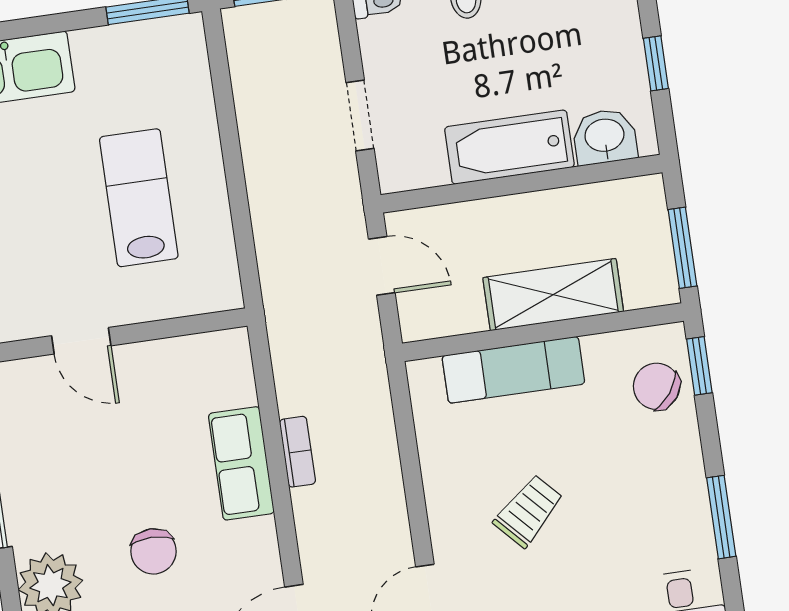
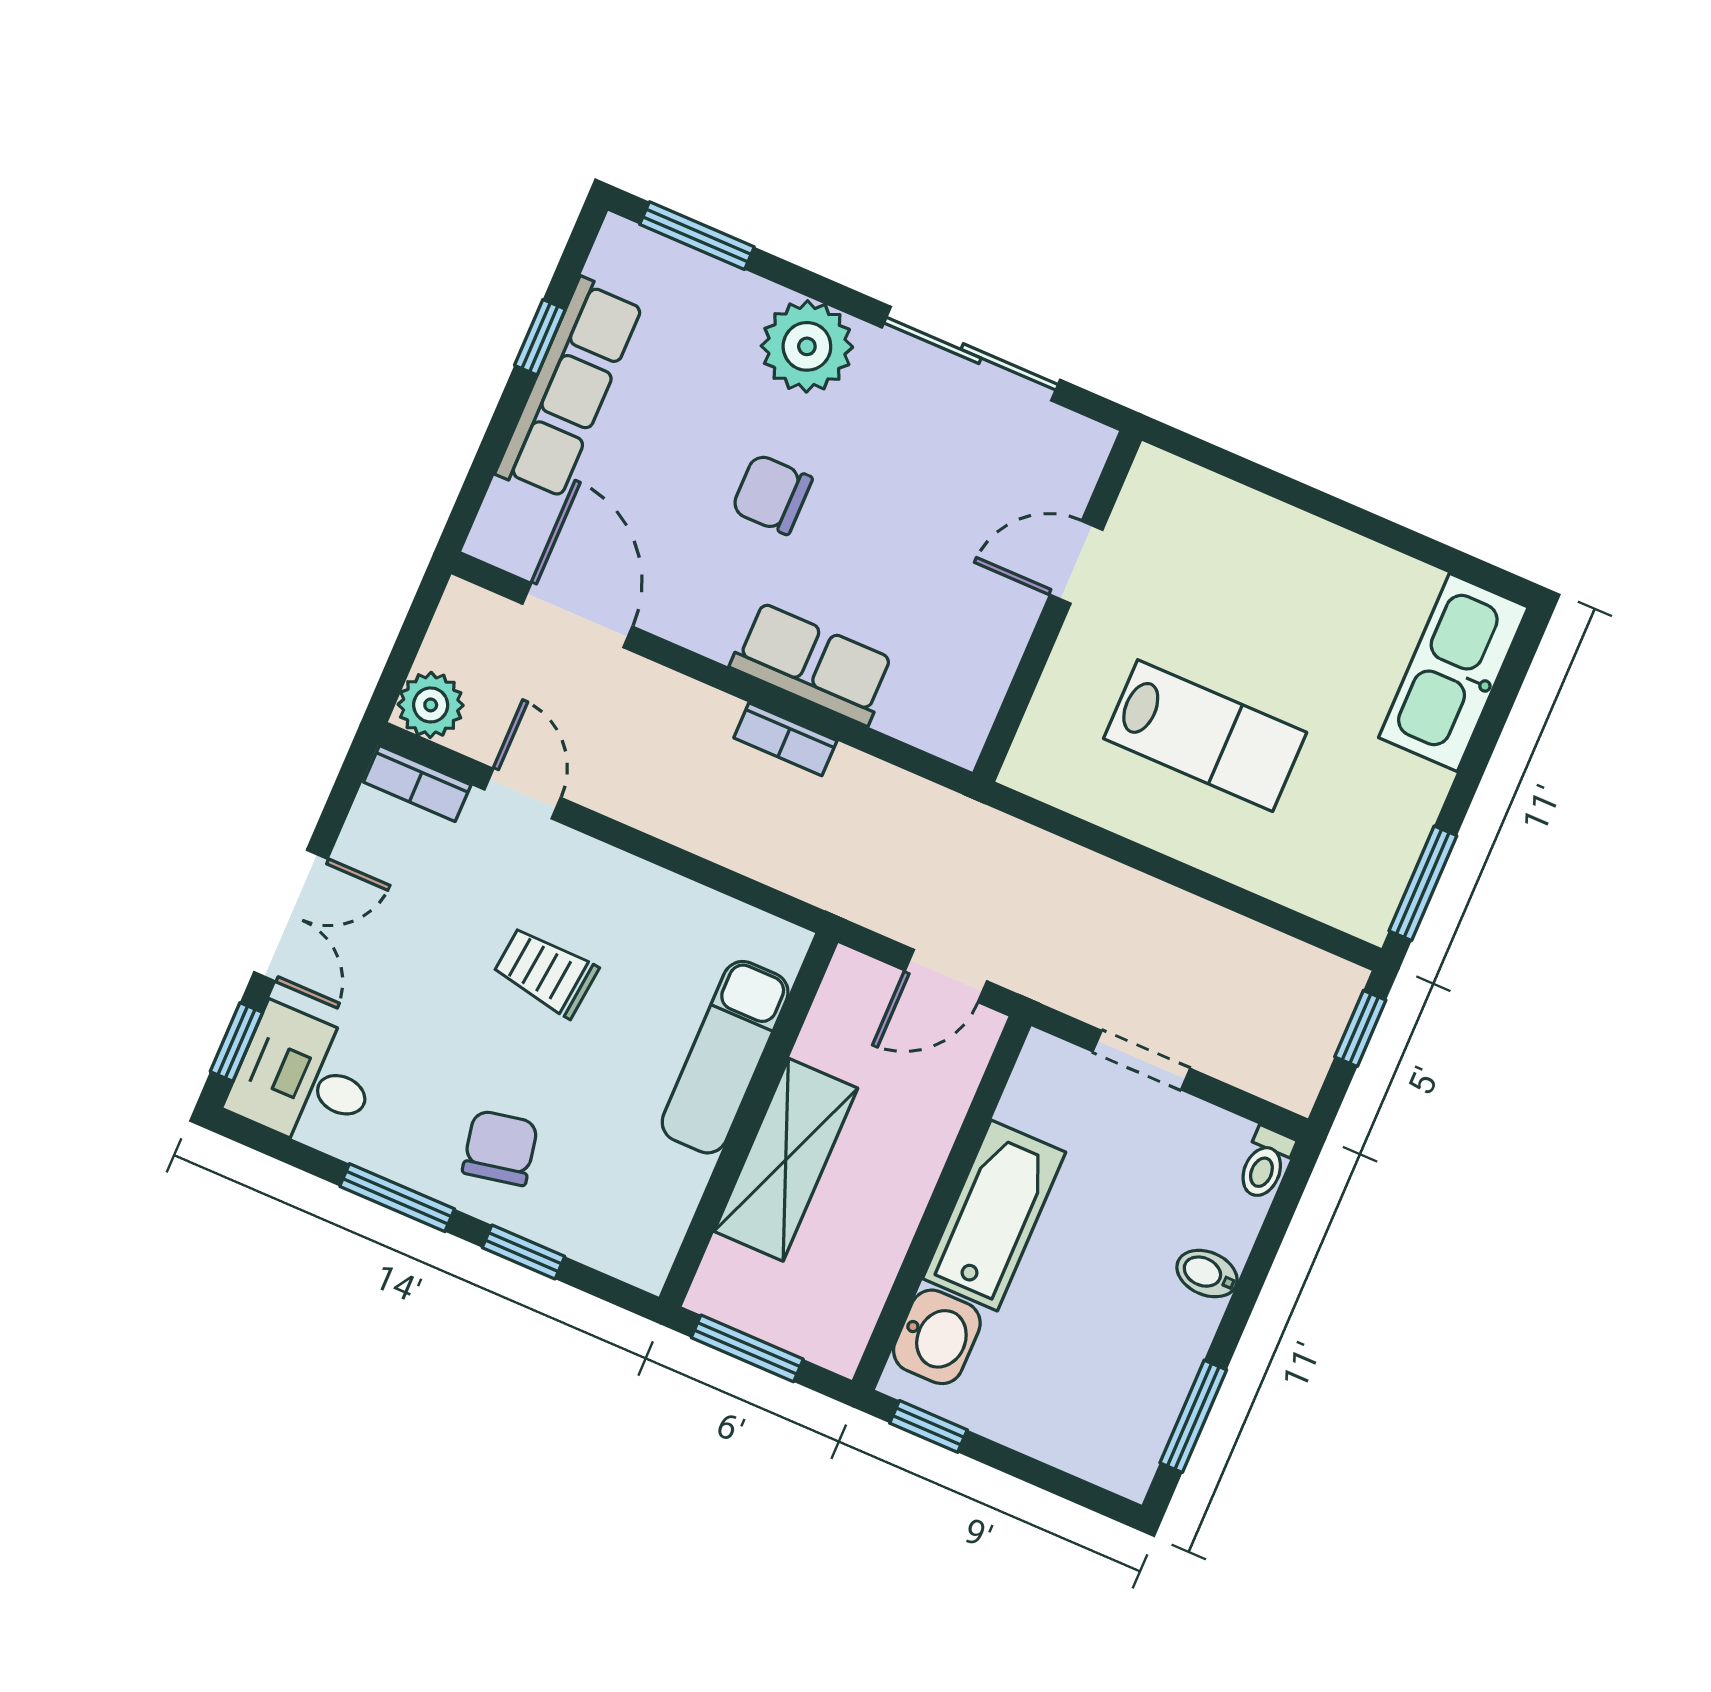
window: (656, 63) -> (929, 1426), moved
window: (699, 366) -> (524, 1252), moved
chair: (657, 386) -> (500, 1148), moved, turned -48
trolley: (528, 511) -> (546, 972), turned 139

